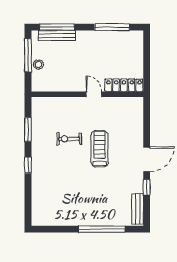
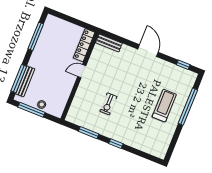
treadmill: (100, 149) -> (164, 106), moved, turned 90
window: (147, 187) -> (183, 65), moved
bench: (138, 209) -> (109, 43), moved

